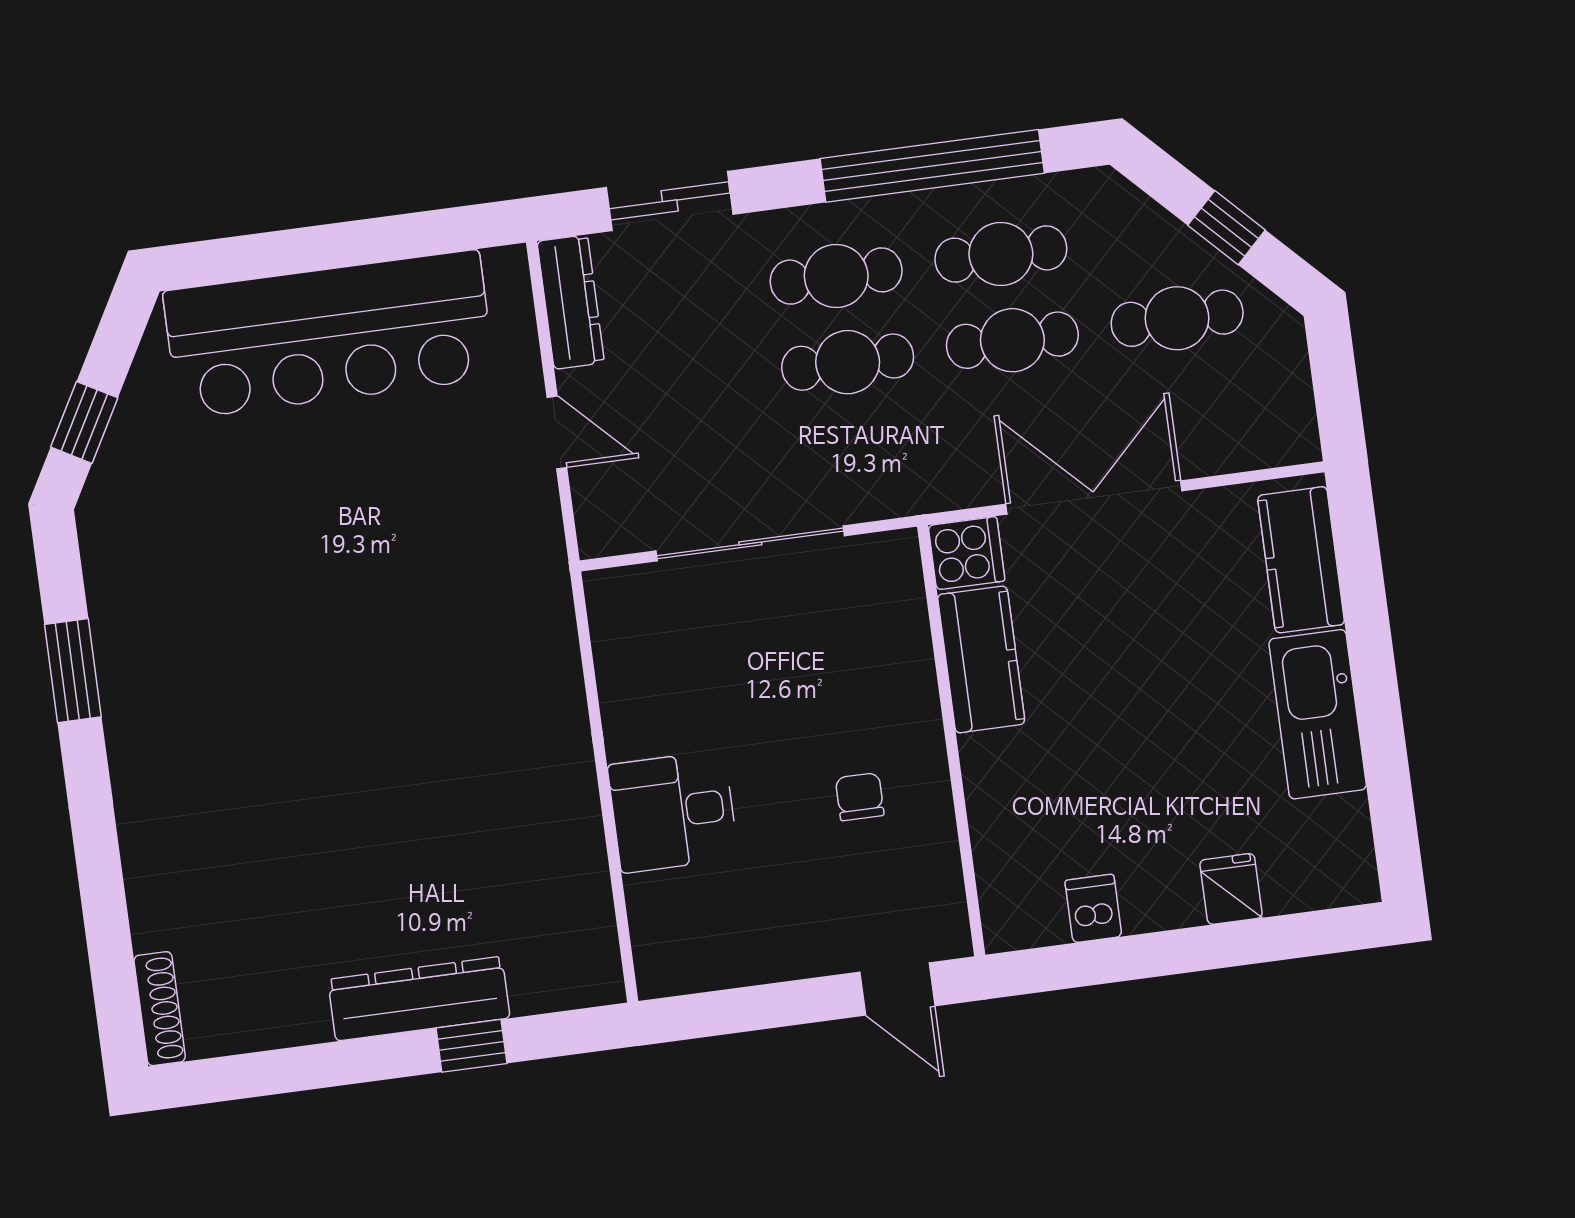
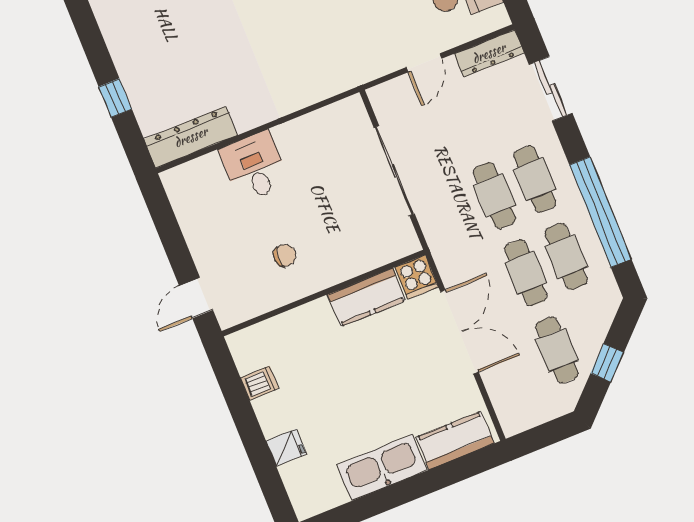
dresser: (419, 999) -> (191, 137), moved, turned -90

